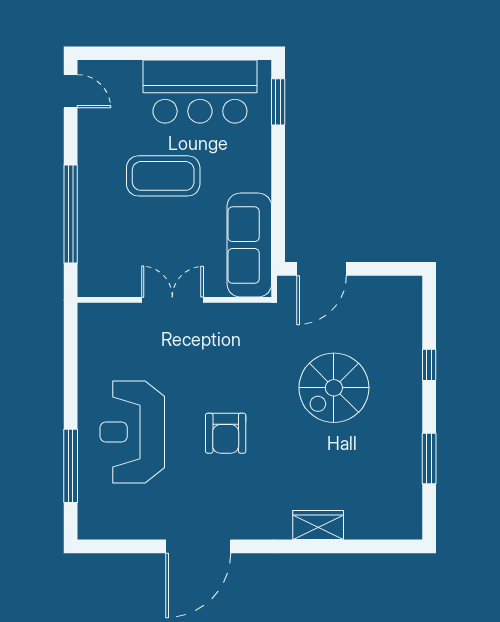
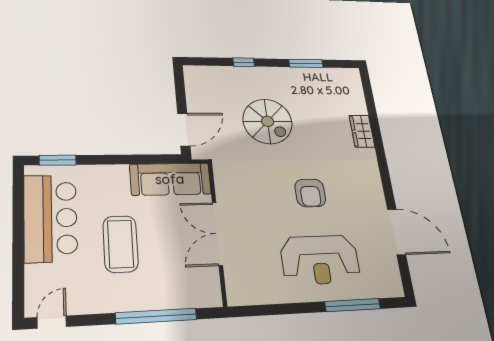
door: (322, 269) -> (184, 130), hinge flipped
double door: (172, 300) -> (217, 234), width x1.37
armchair: (226, 433) -> (310, 193), turned 90
door: (198, 546) -> (397, 232), moved

